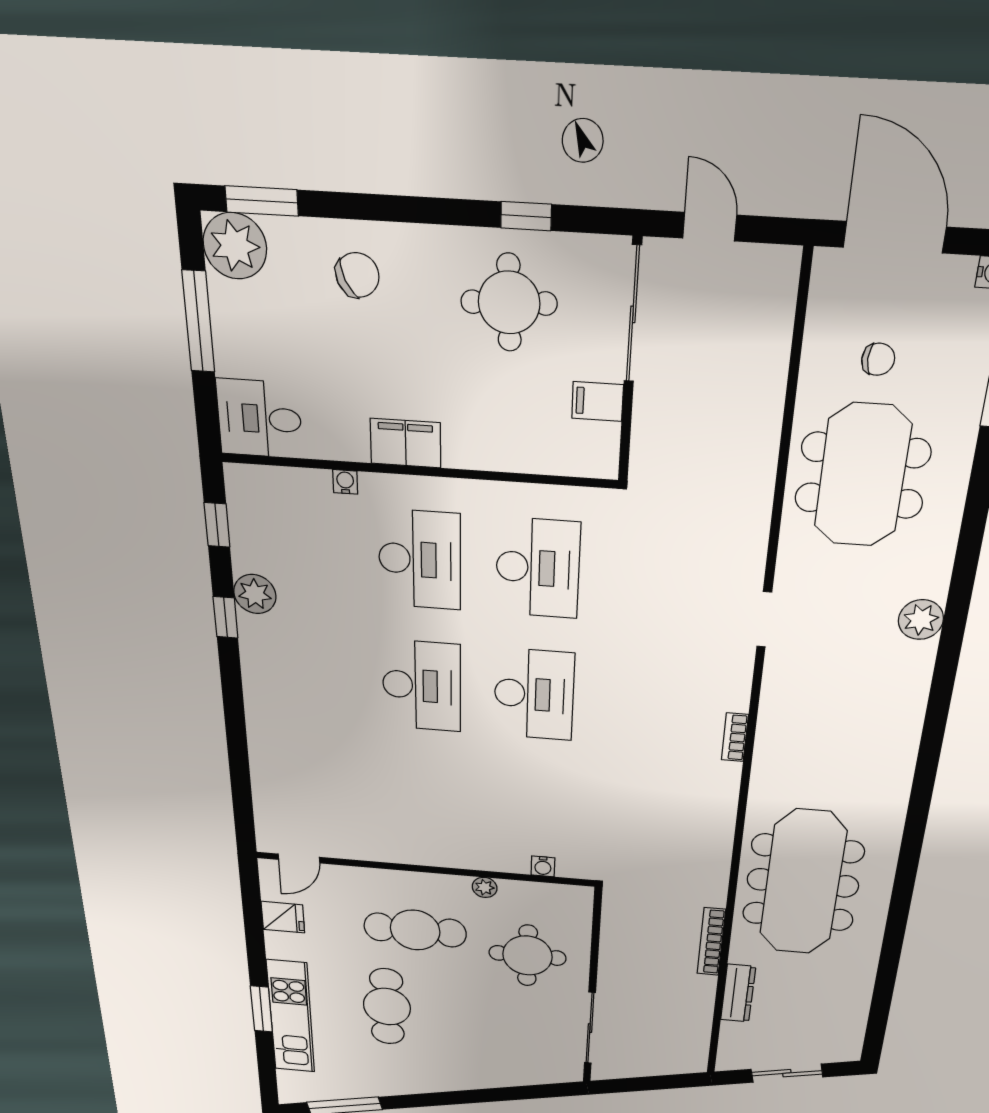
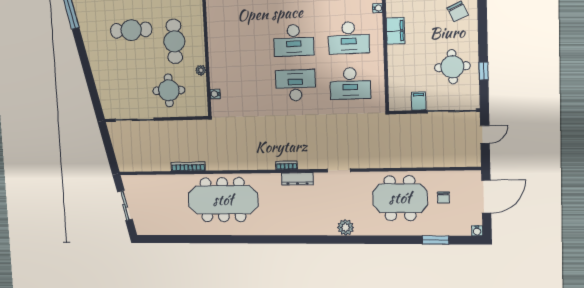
desk: (534, 694) -> (295, 85), turned 180
dresser: (738, 993) -> (297, 179), moved

